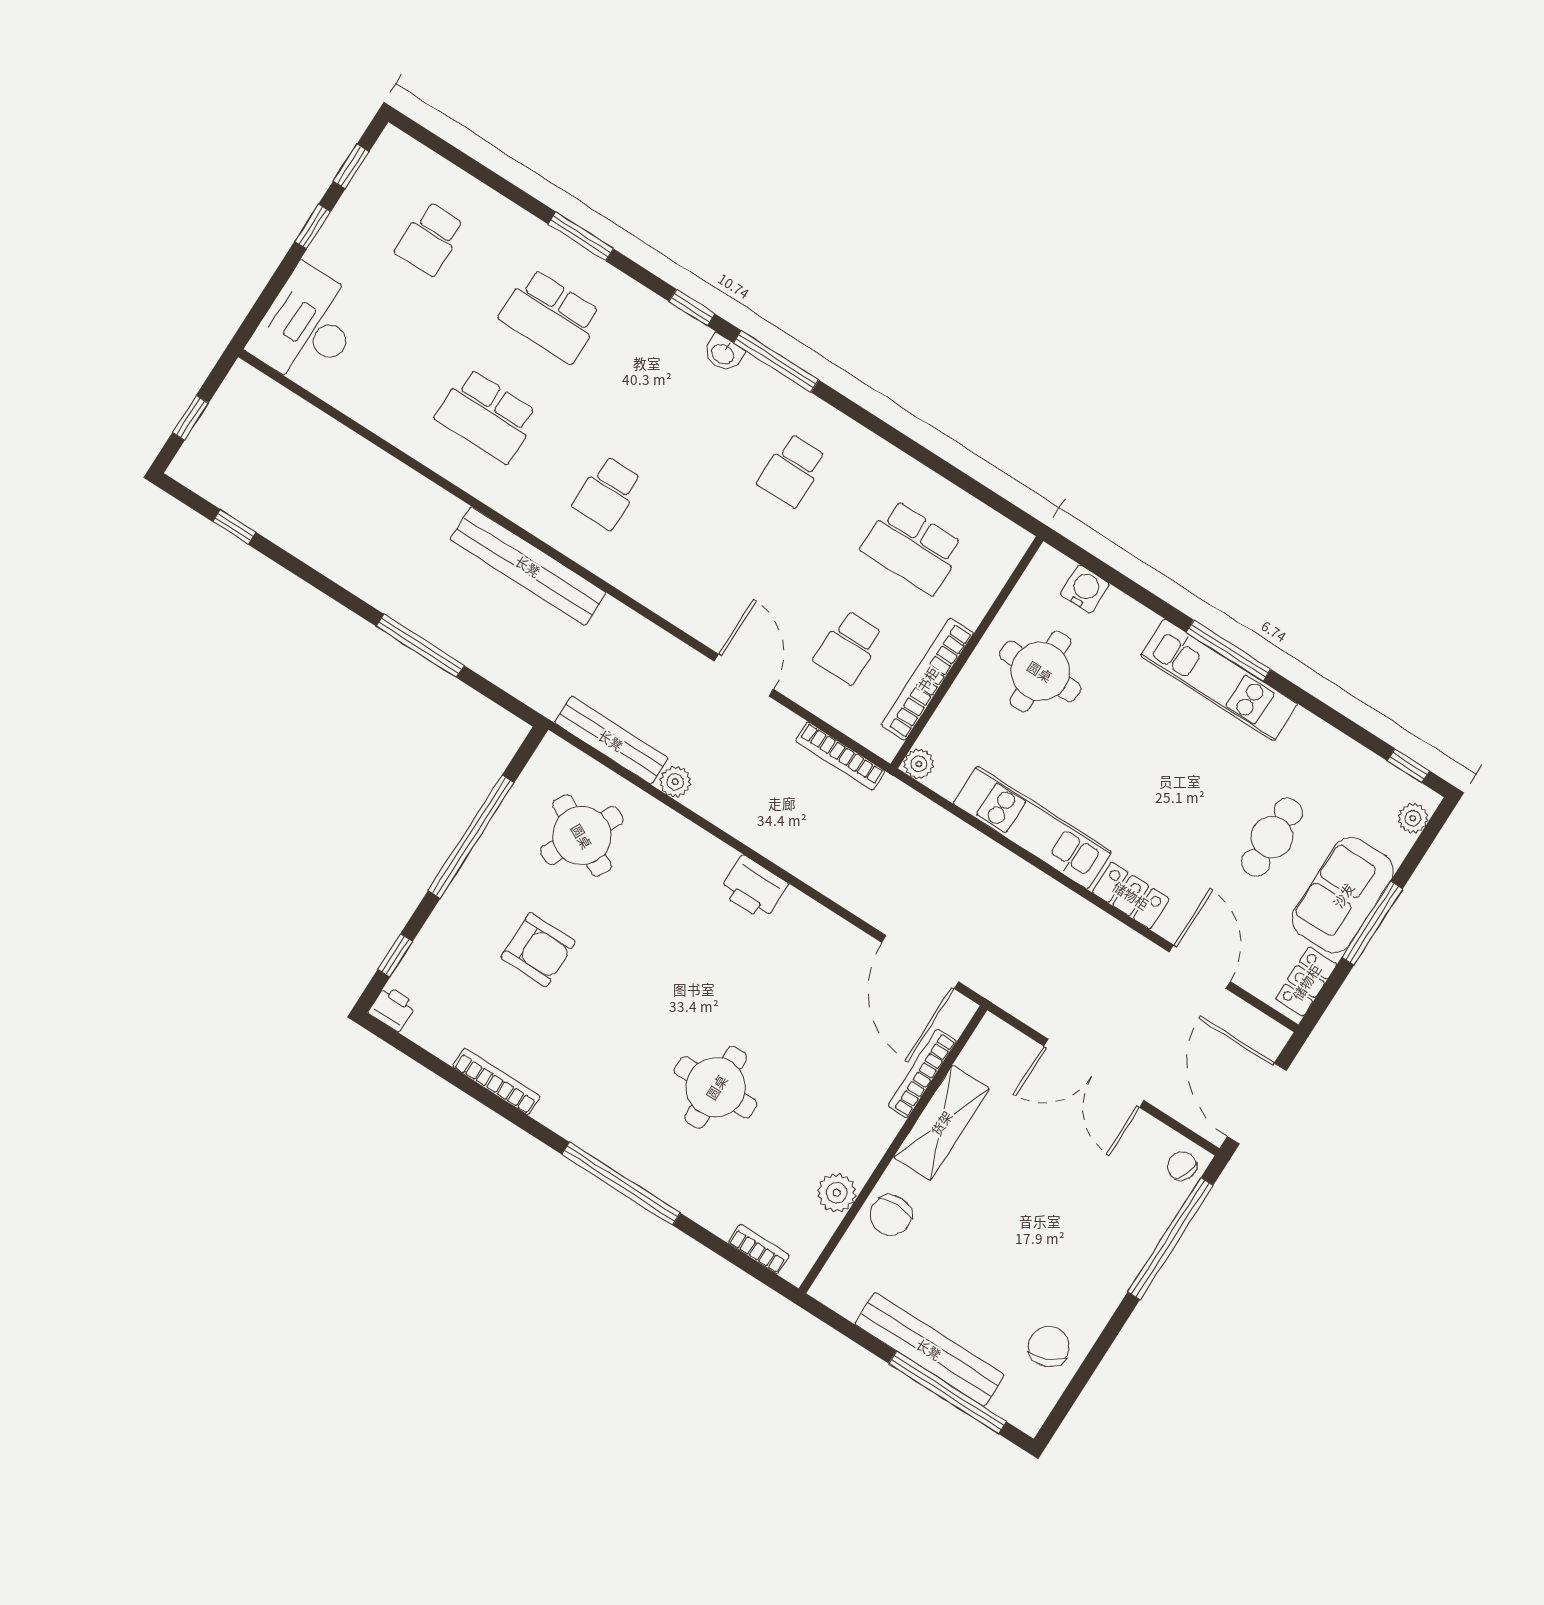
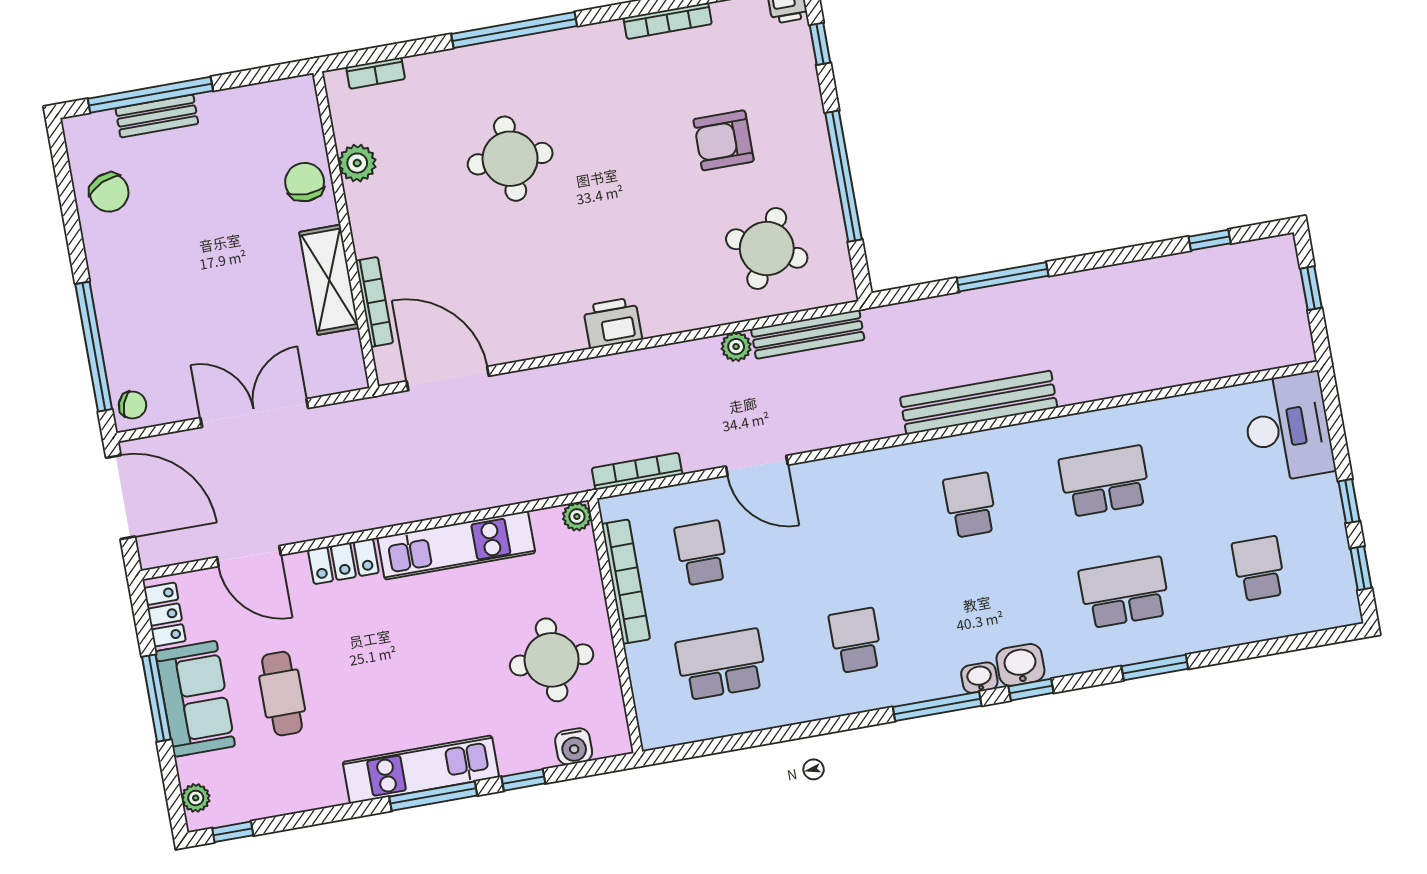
washbasin: (682, 334) -> (1020, 665), added
window: (1148, 599) -> (523, 780), added
bench: (929, 1349) -> (157, 116), width x0.54, depth x0.82

